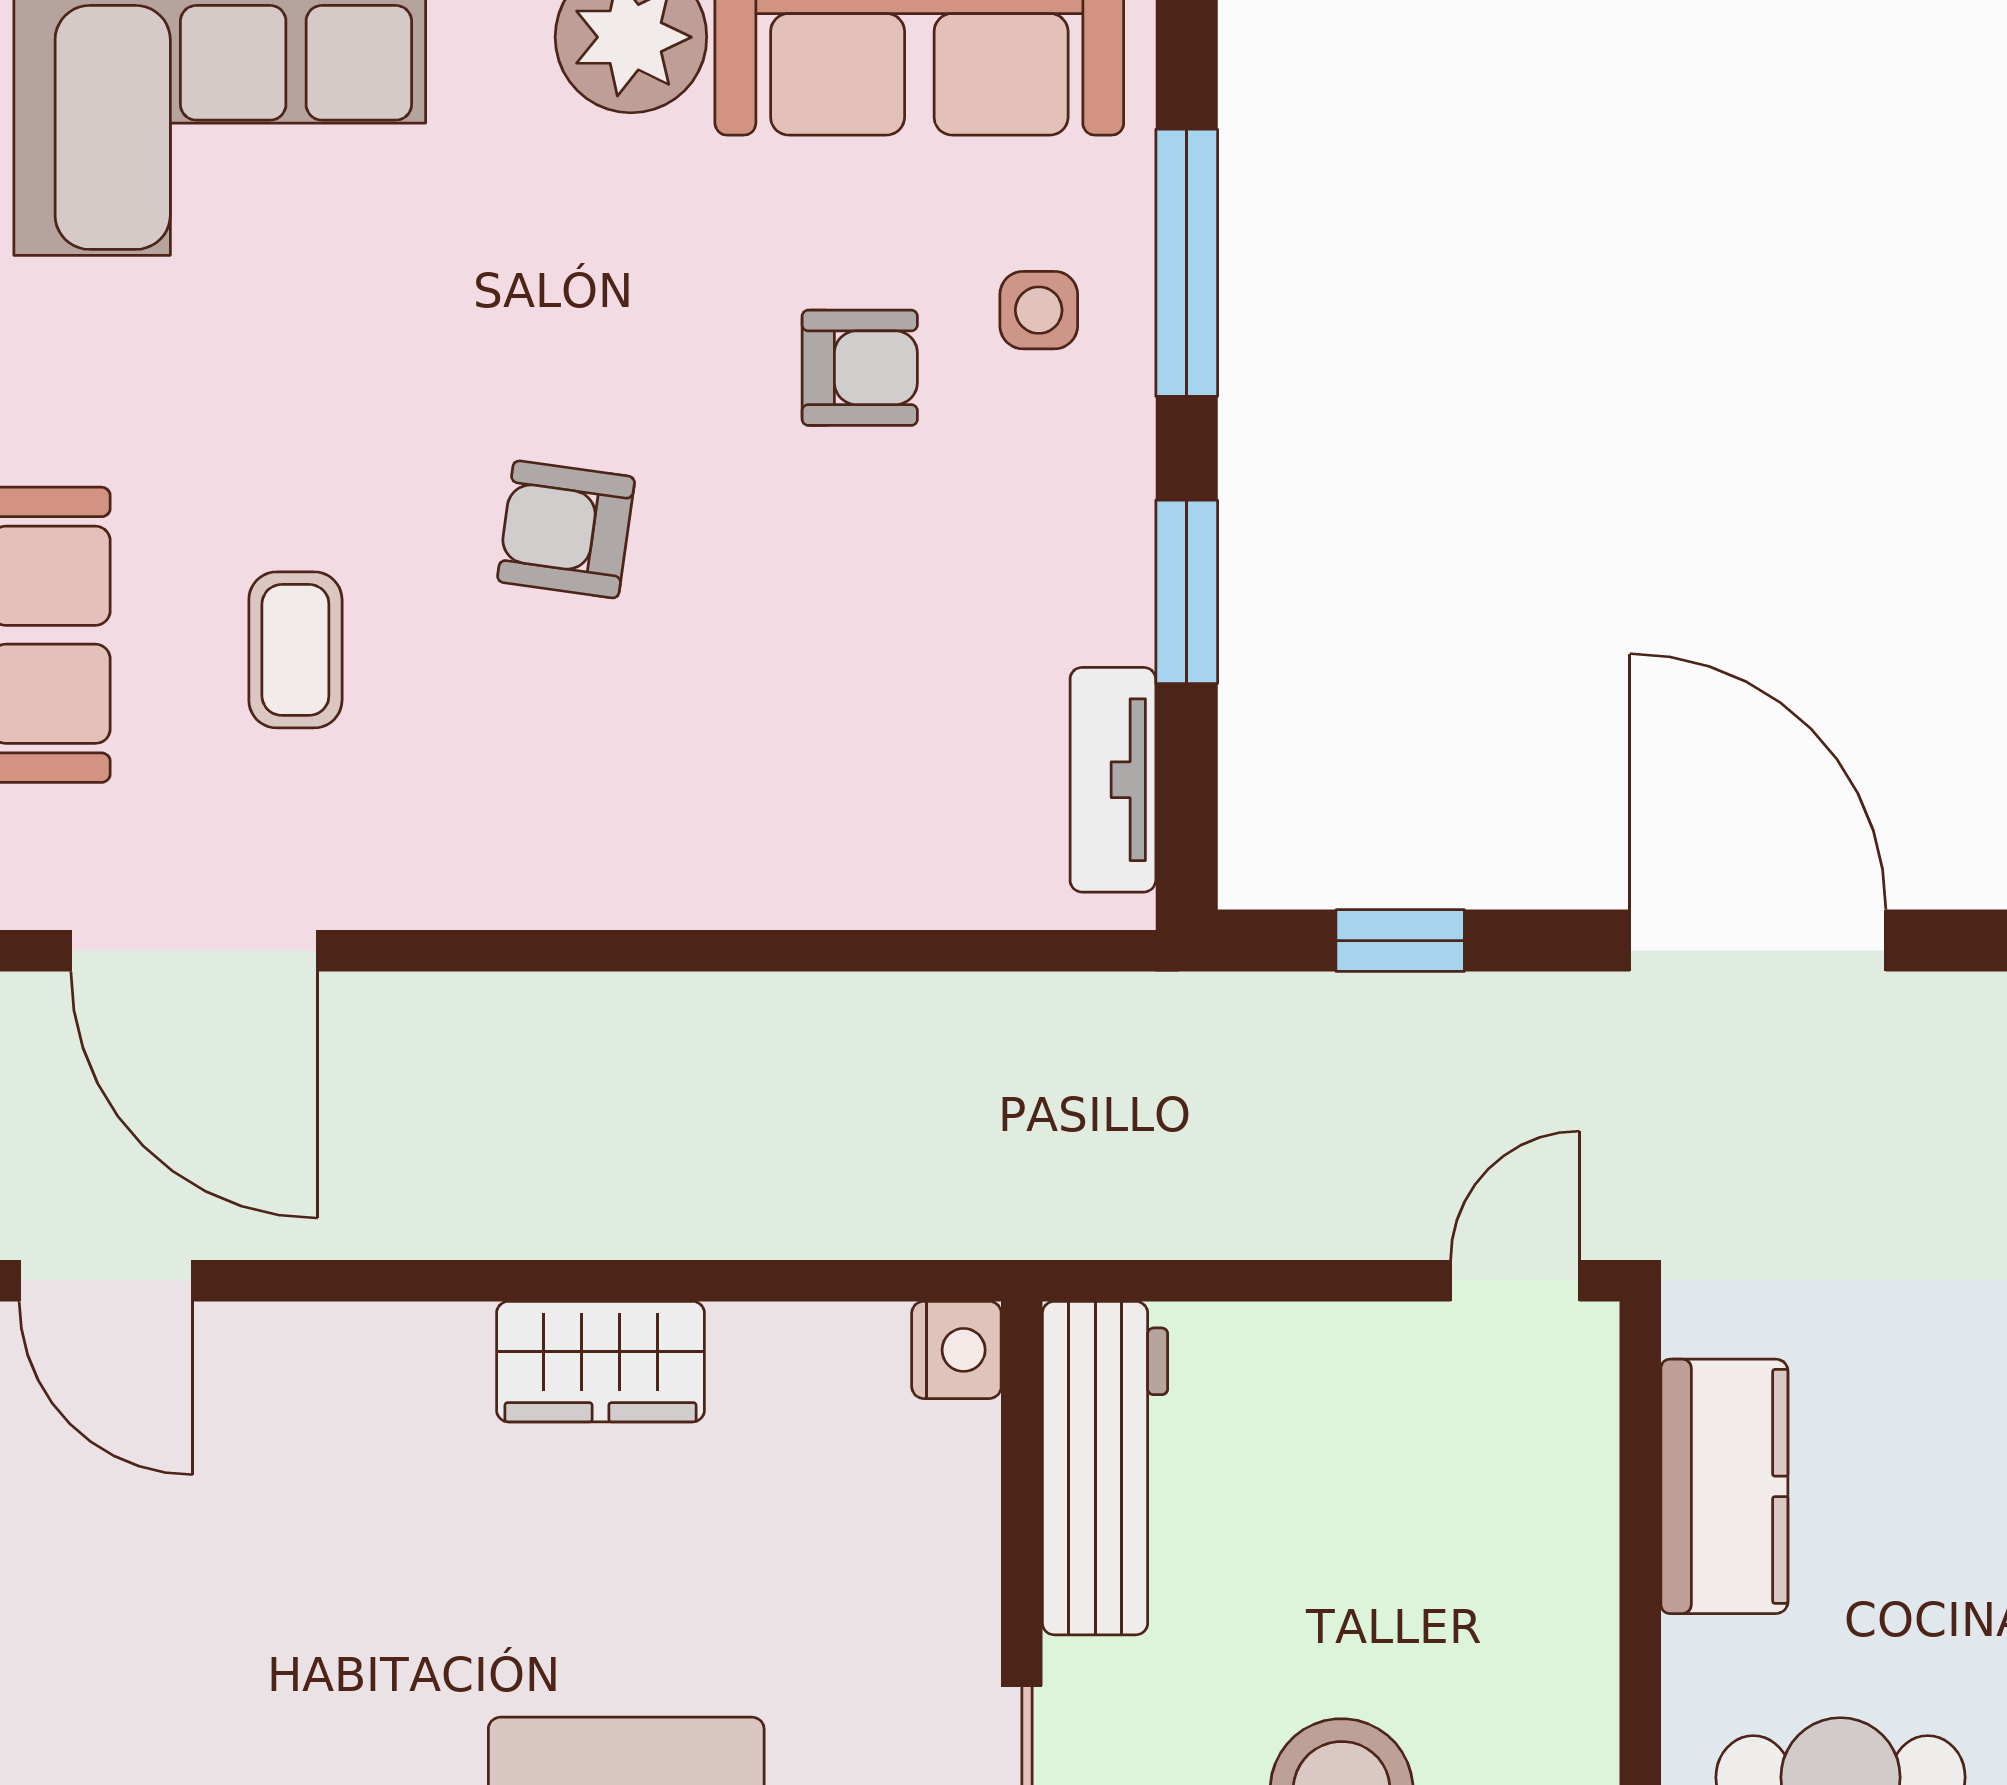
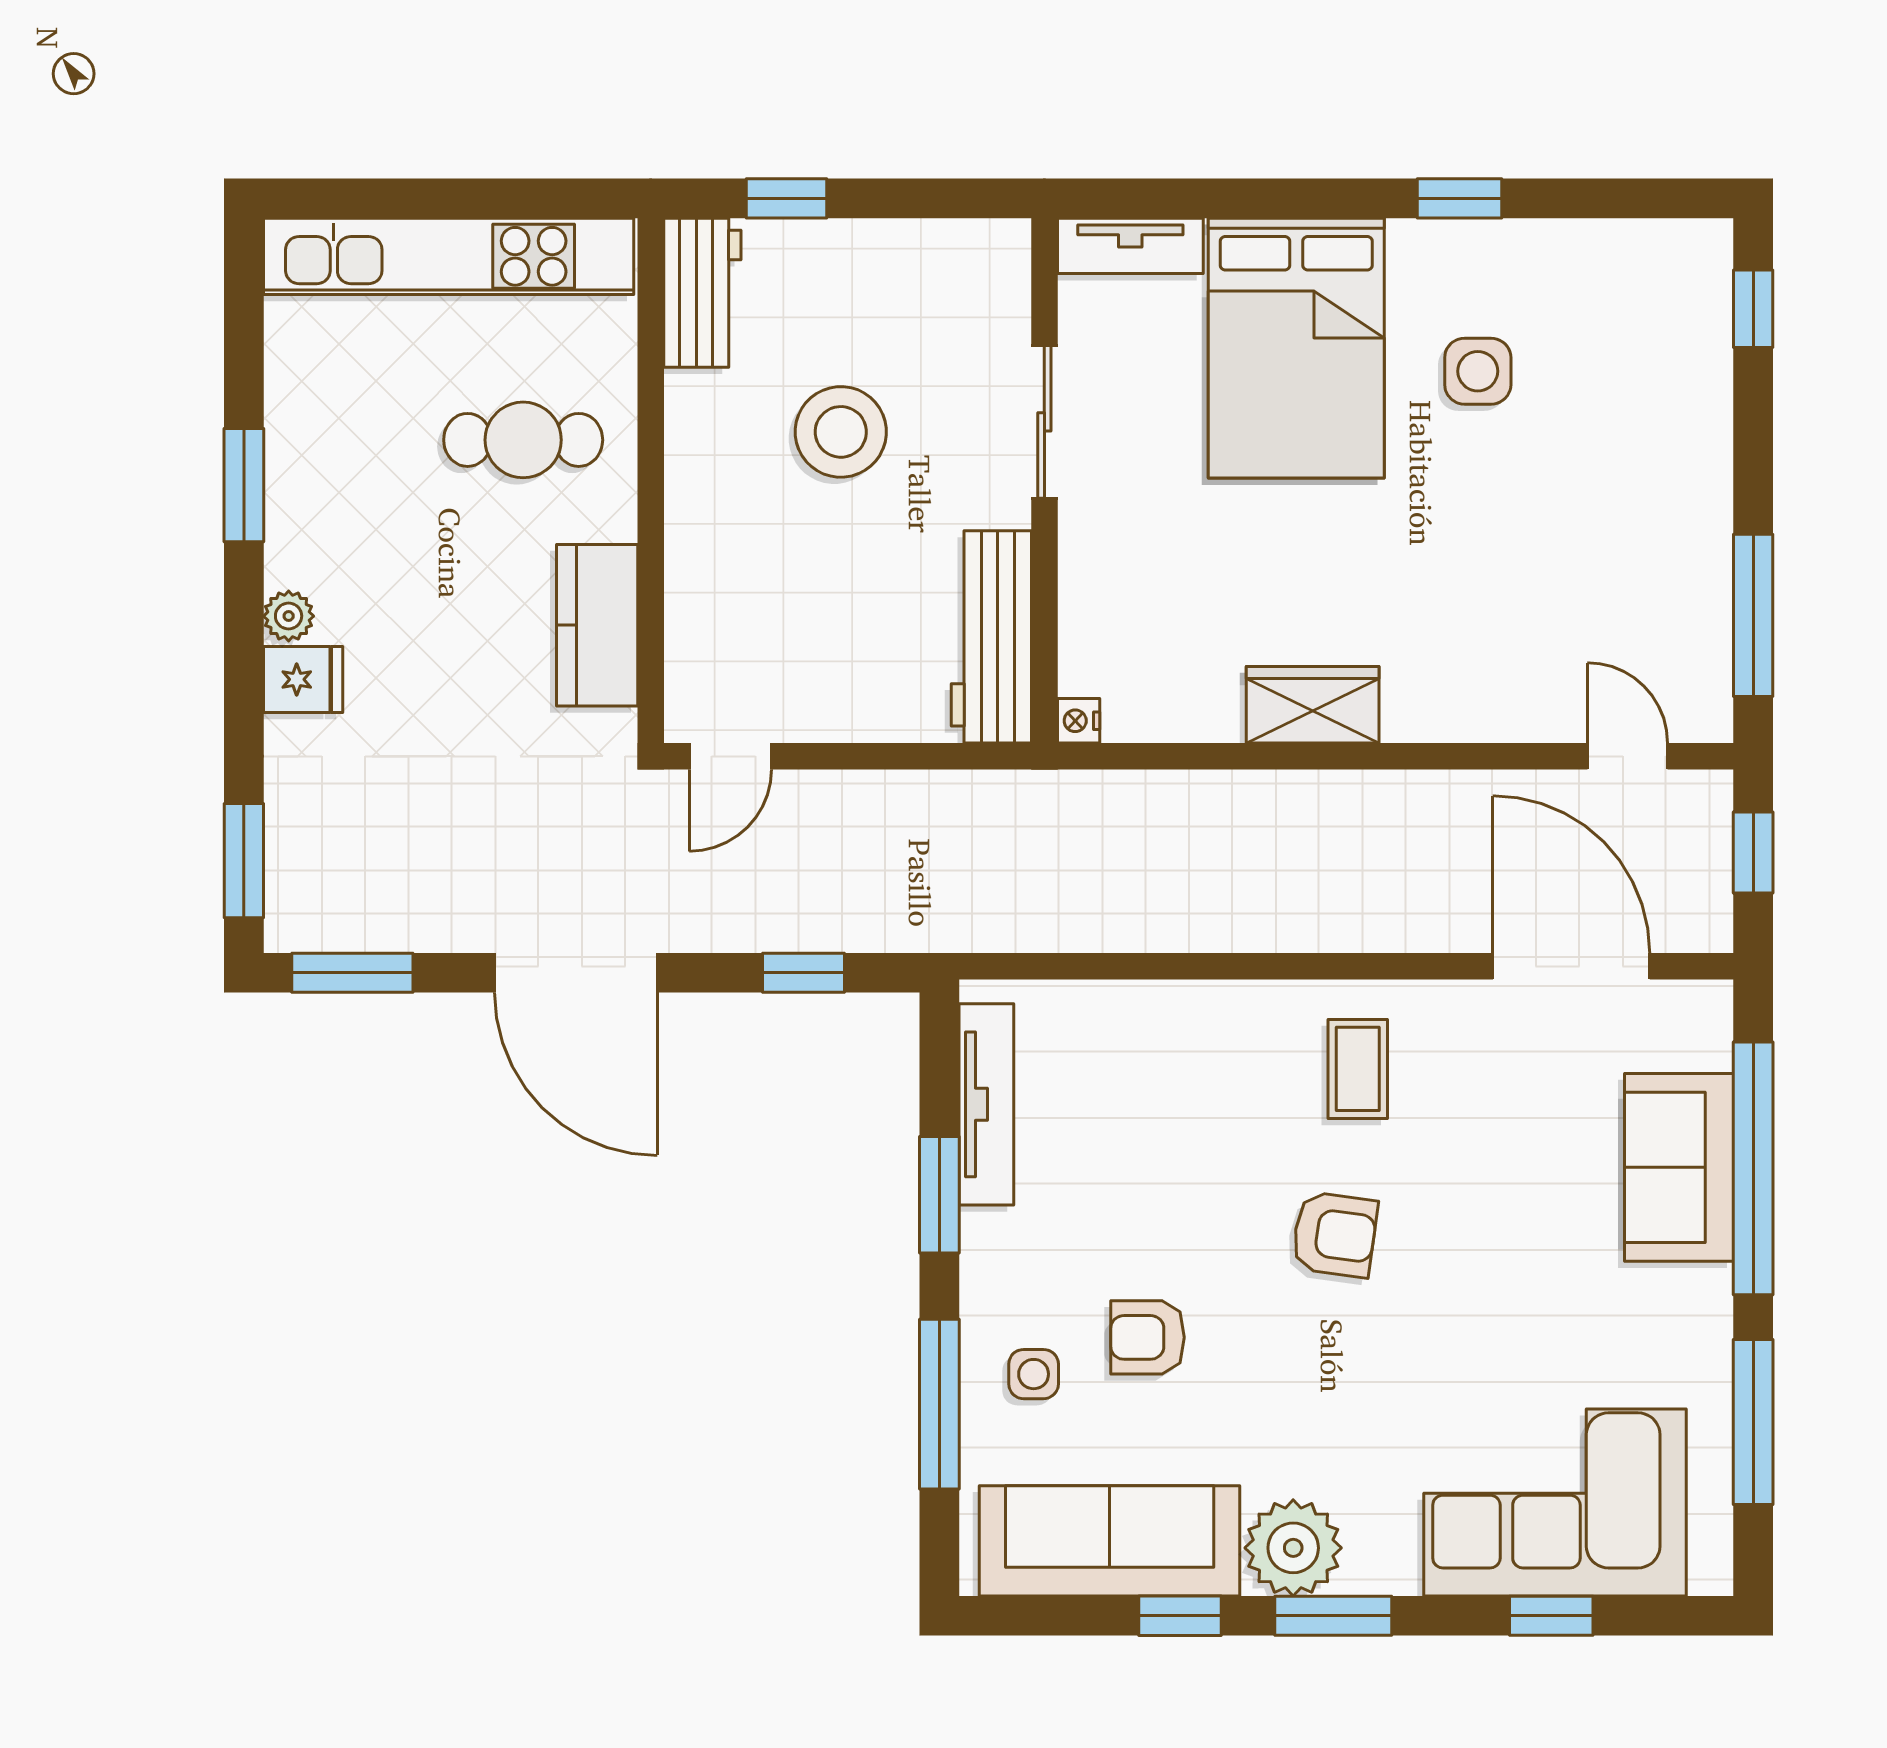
coffee table: (295, 650) -> (1358, 1069), moved
tv unit: (1113, 780) -> (986, 1104), width x1.41
door: (106, 1281) -> (1628, 756), width x0.73
nightstand: (956, 1350) -> (1079, 721), width x0.72, depth x0.74

